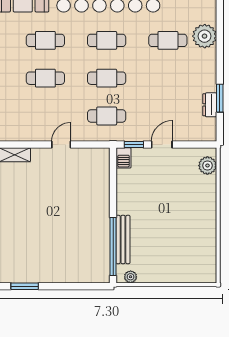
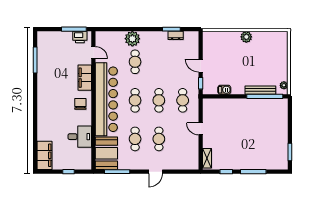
barbecue: (124, 158) -> (224, 90), moved
plant: (207, 166) -> (246, 37), moved

